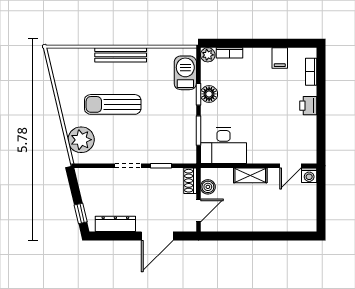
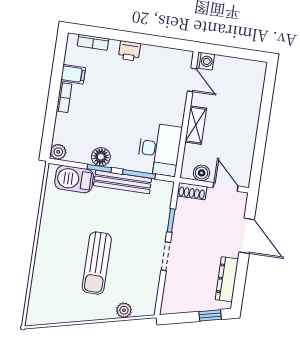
bookcase: (230, 53) -> (64, 98), moved
bench: (121, 55) -> (123, 182), moved, turned 90
plant: (81, 140) -> (124, 310), width x0.53, depth x0.53

